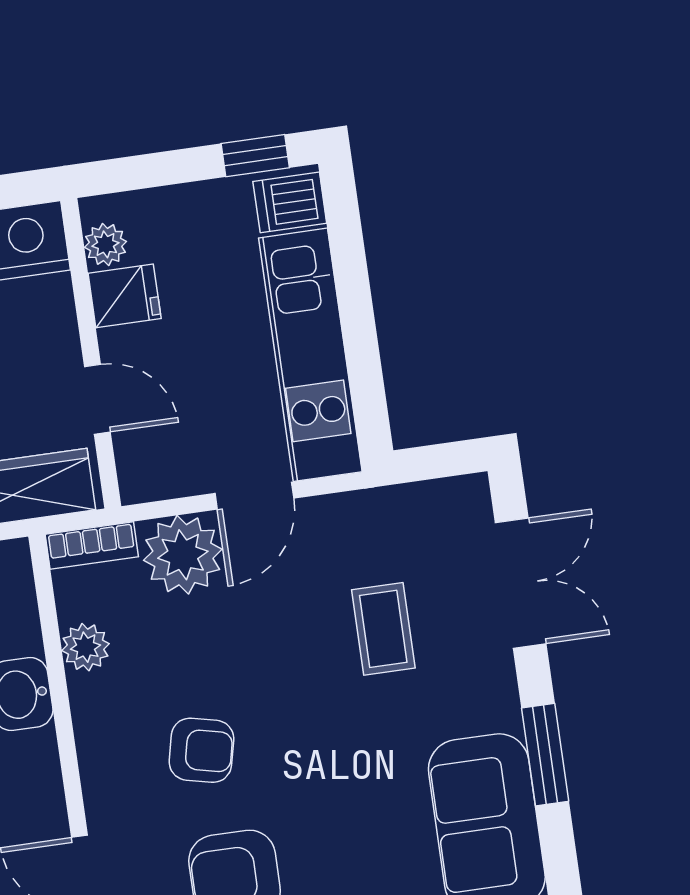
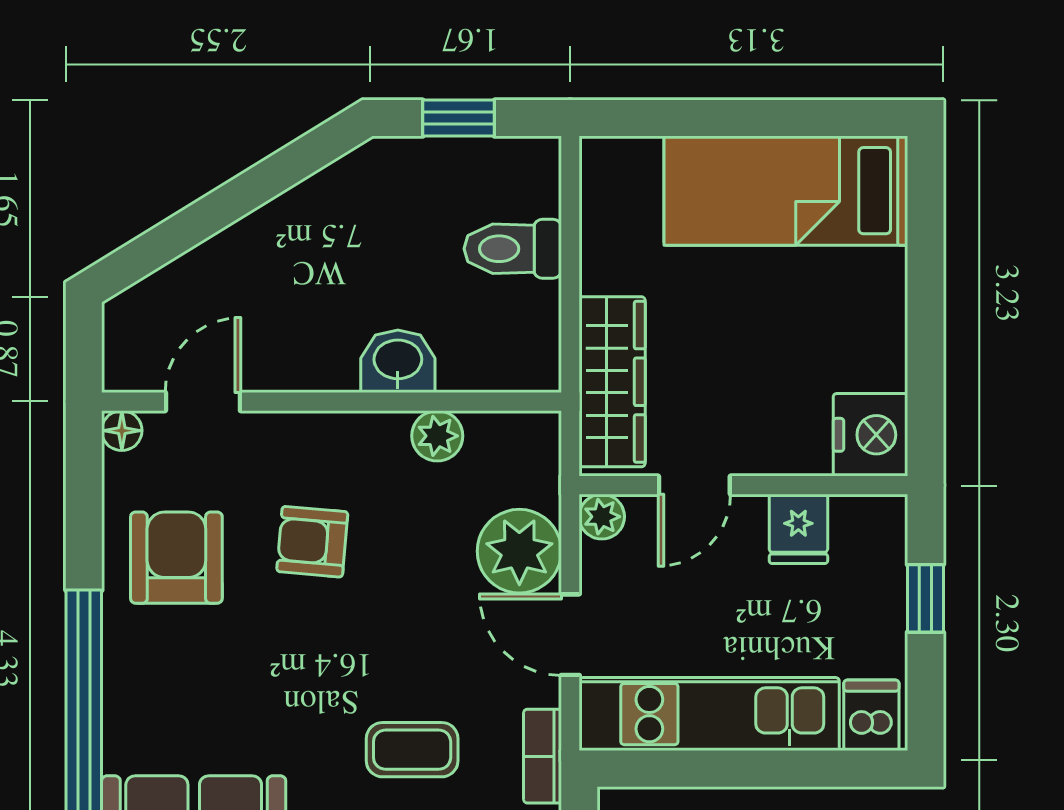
window: (255, 156) -> (925, 598), moved
plant: (106, 244) -> (602, 517), moved
bookcase: (92, 545) -> (543, 756), moved
armchair: (201, 750) -> (312, 542), turned 82

